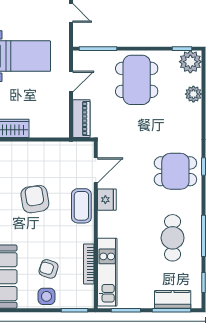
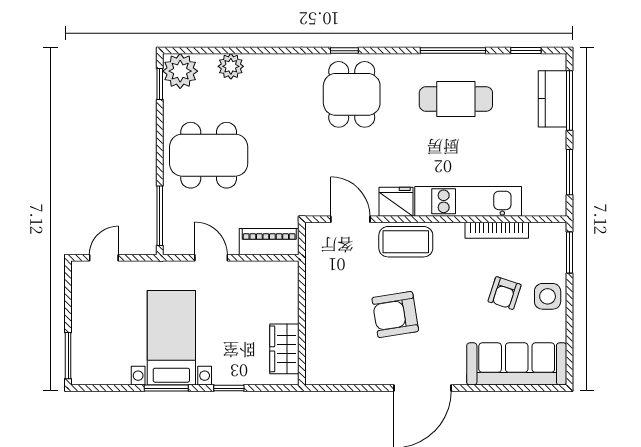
kitchen unit: (107, 272) -> (468, 201), moved

